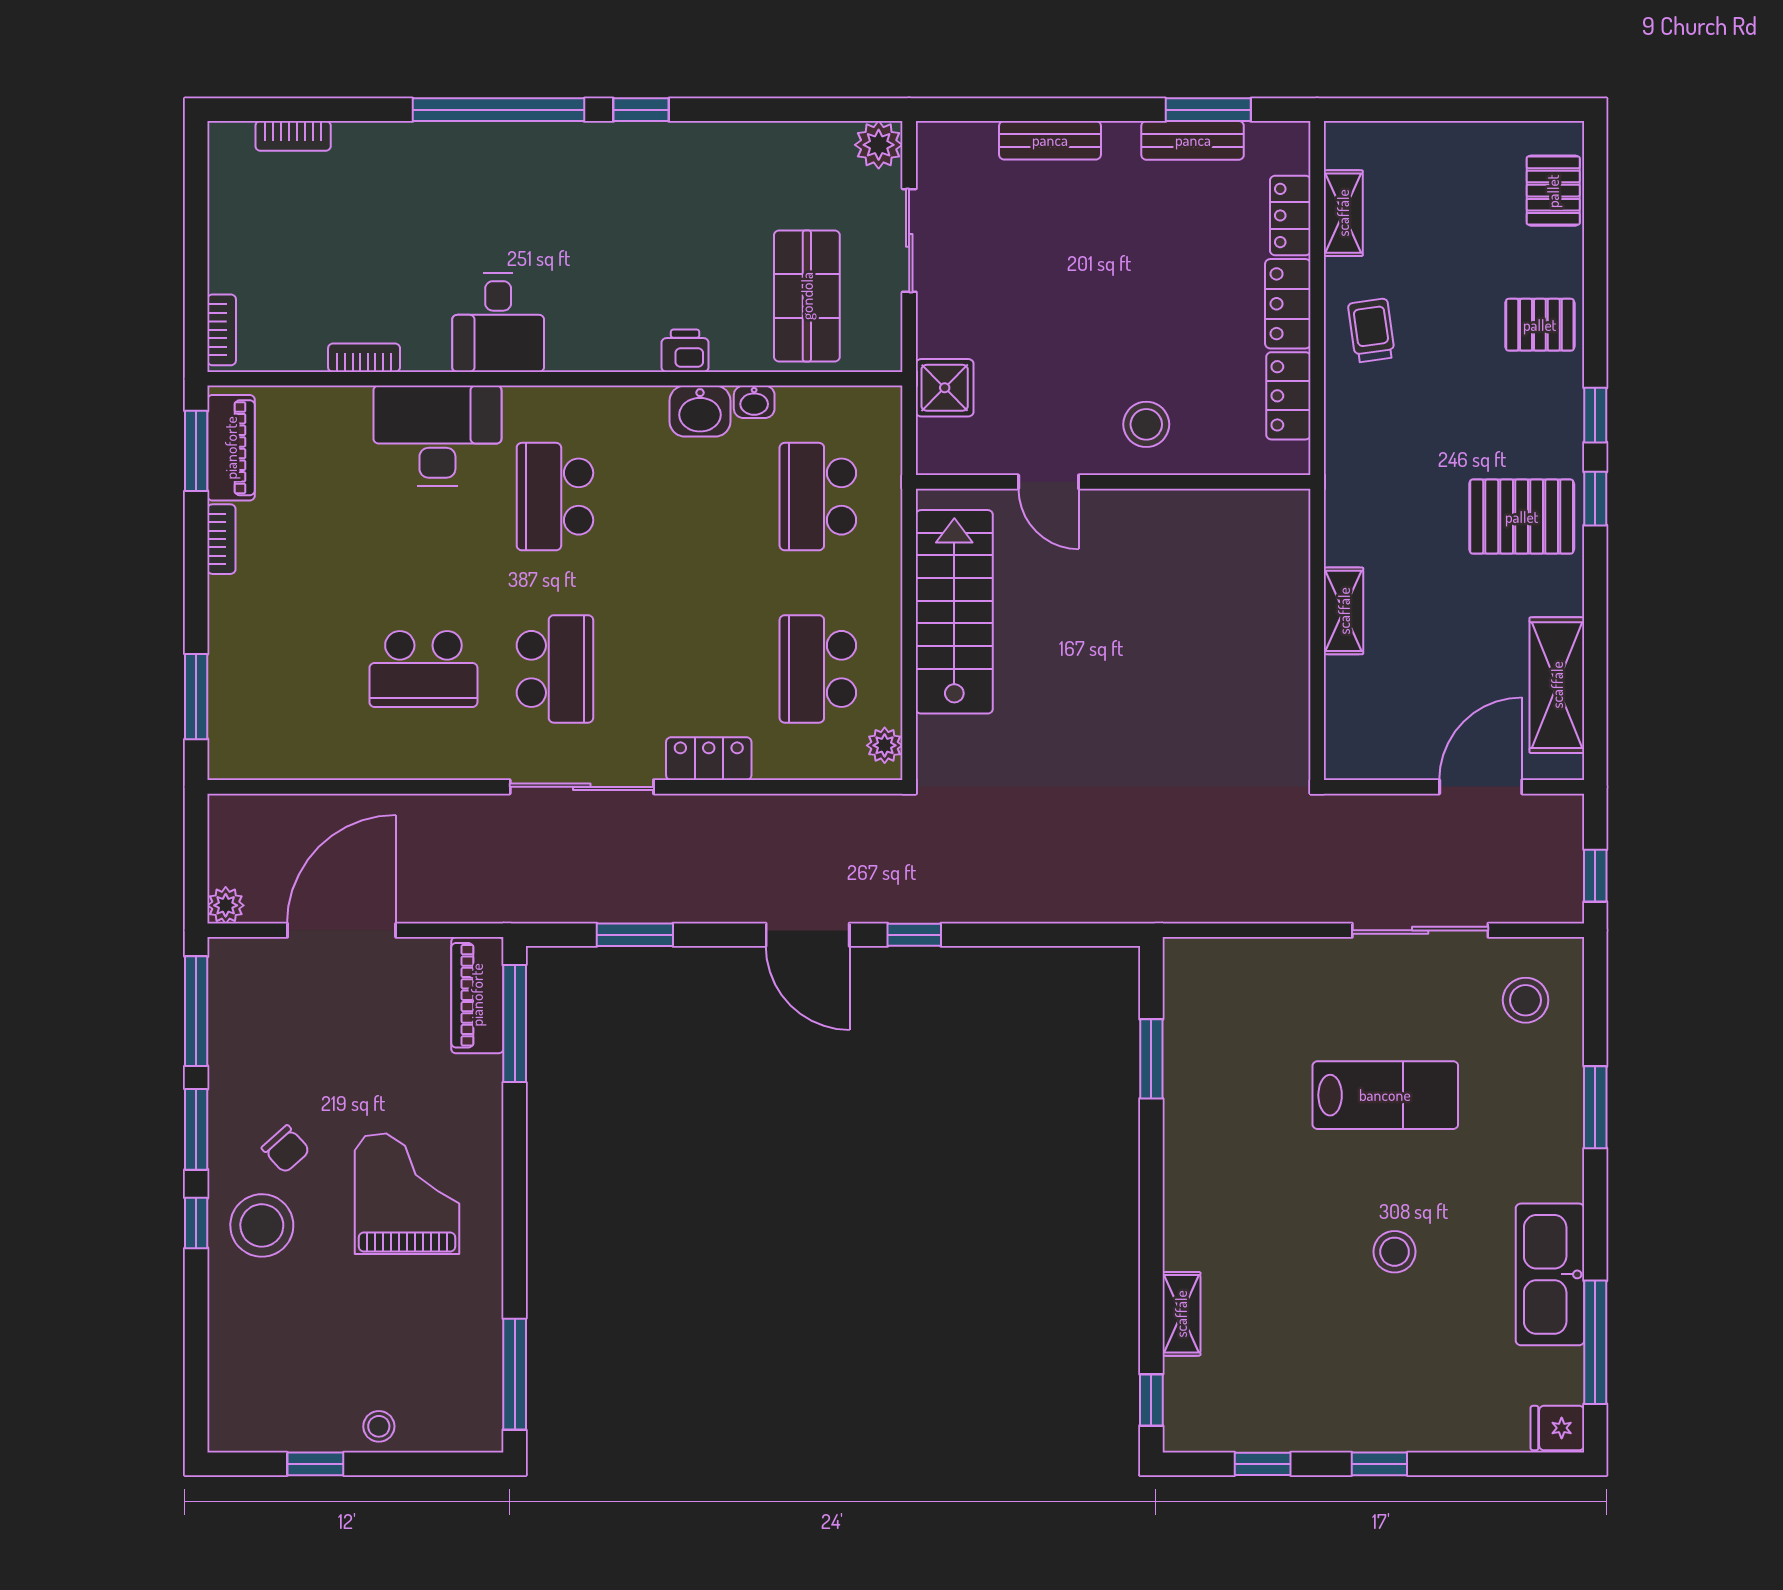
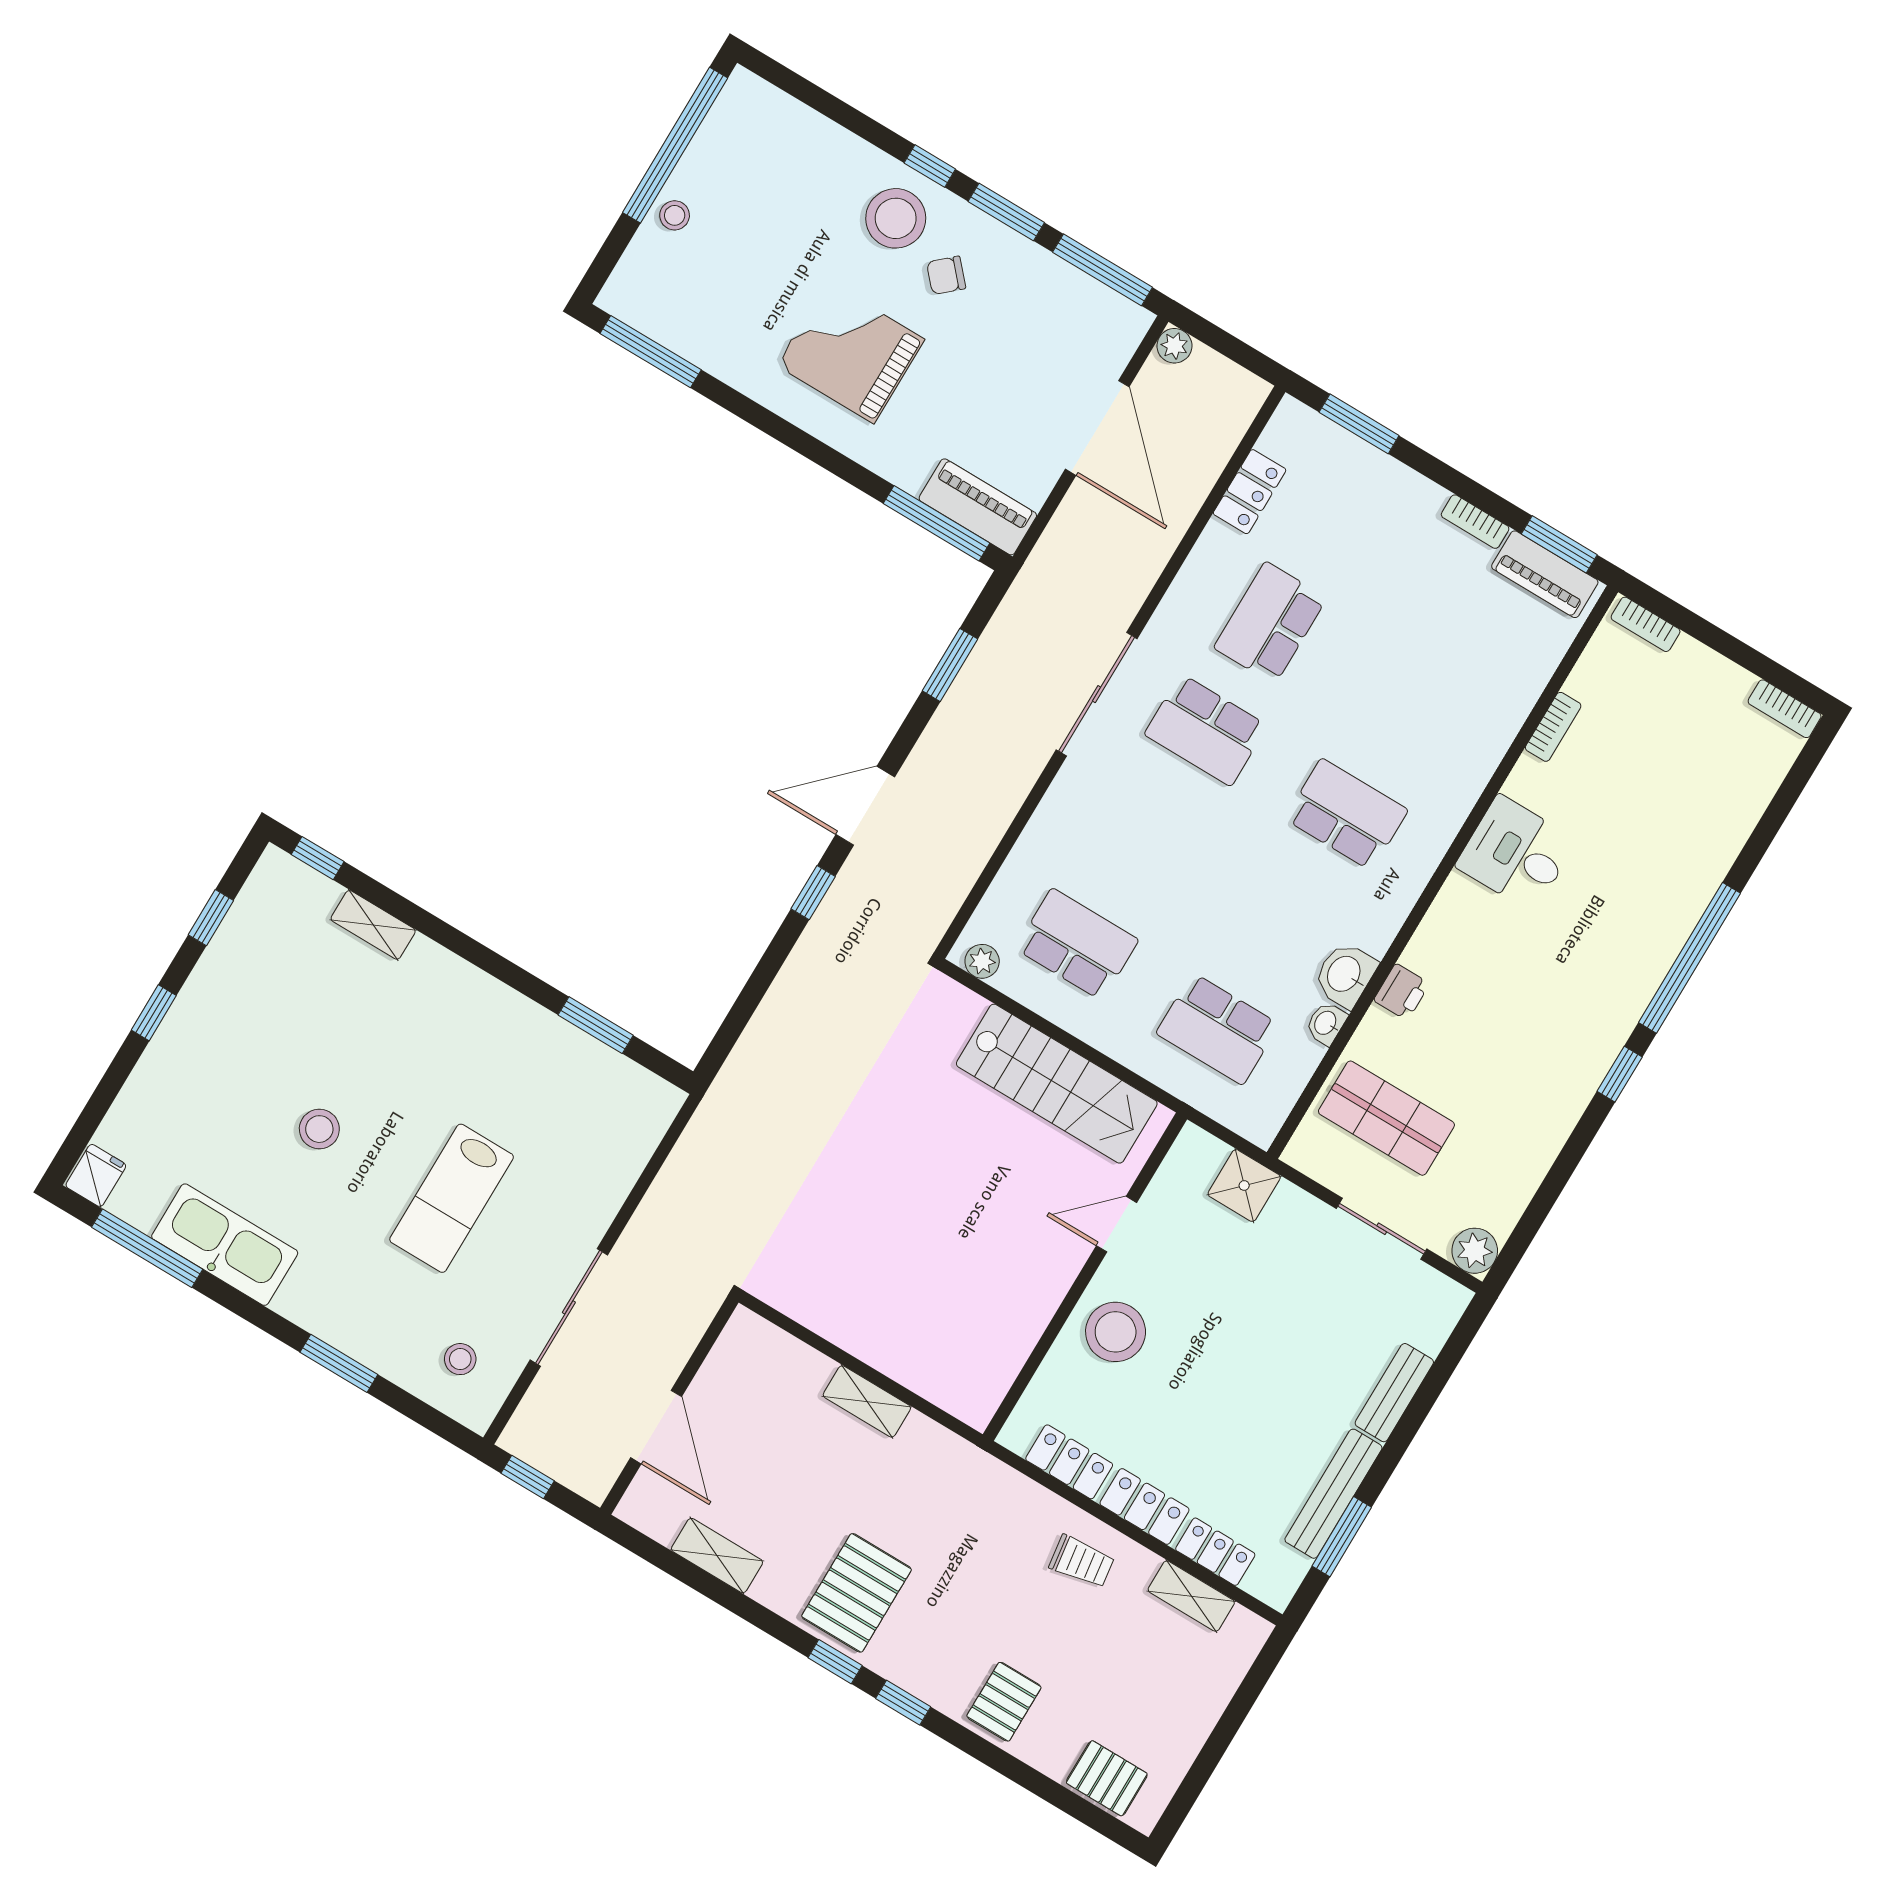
bookcase: (293, 136) -> (1785, 709), moved, turned -90
bench: (1193, 140) -> (1333, 1494), width x1.36
stool: (1146, 424) -> (1116, 1332), width x1.38, depth x1.38
desk: (437, 436) -> (1454, 748), removed
school desk: (818, 497) -> (1218, 1029), turned 180
shelving: (1557, 685) -> (717, 1556), width x0.67, depth x0.75
locker: (709, 759) -> (1250, 492), moved
stool: (1526, 1000) -> (460, 1359), width x0.73, depth x0.73
grand piano: (407, 1194) -> (850, 352), turned 180
window: (315, 1464) -> (675, 145), width x3.17

